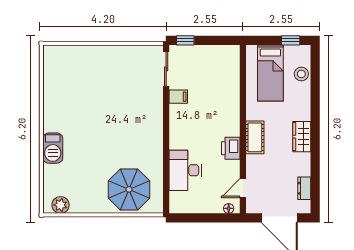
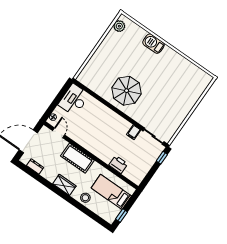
stool: (301, 74) -> (85, 198), moved
cot: (255, 137) -> (77, 158), width x1.37, depth x1.34
printer: (231, 148) -> (118, 164), moved
desk: (185, 170) -> (74, 100), moved, turned -90
parasol: (129, 189) -> (127, 91), moved

